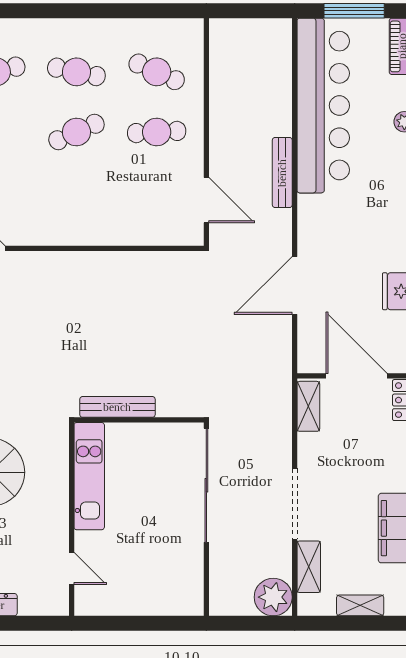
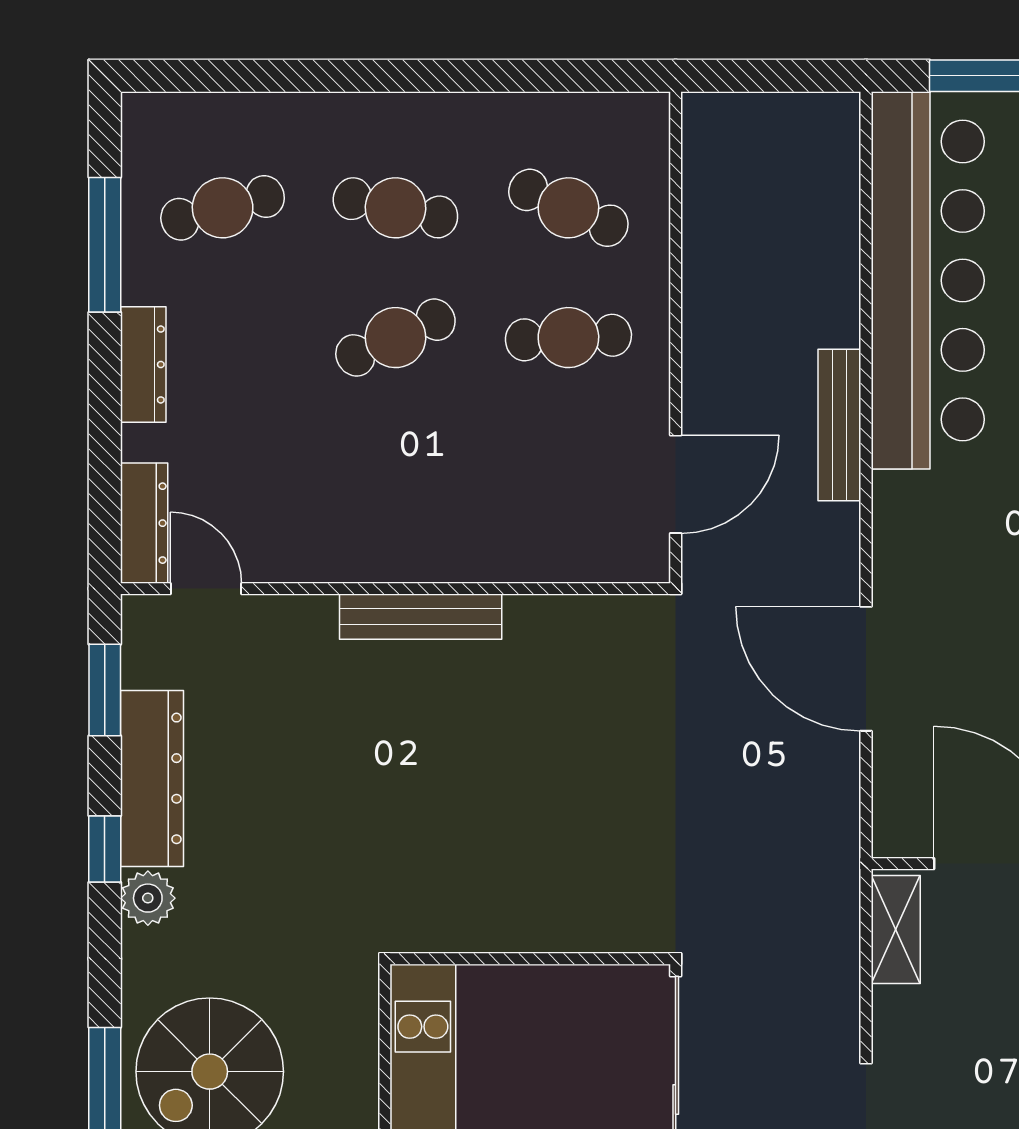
door: (206, 200) -> (676, 484), hinge flipped
door: (295, 286) -> (866, 669), hinge flipped
bench: (117, 407) -> (421, 617), moved

